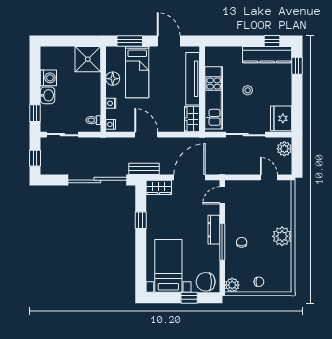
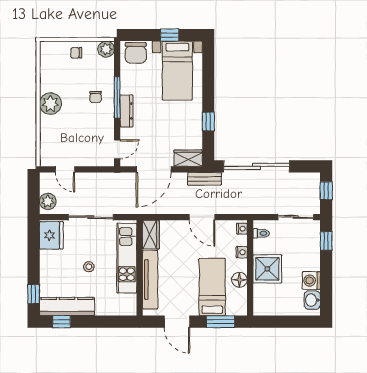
shower: (88, 59) -> (267, 269), moved
washbasin: (48, 95) -> (312, 300), moved
chair: (206, 282) -> (136, 53), turned 90
window: (189, 298) -> (170, 35), moved

